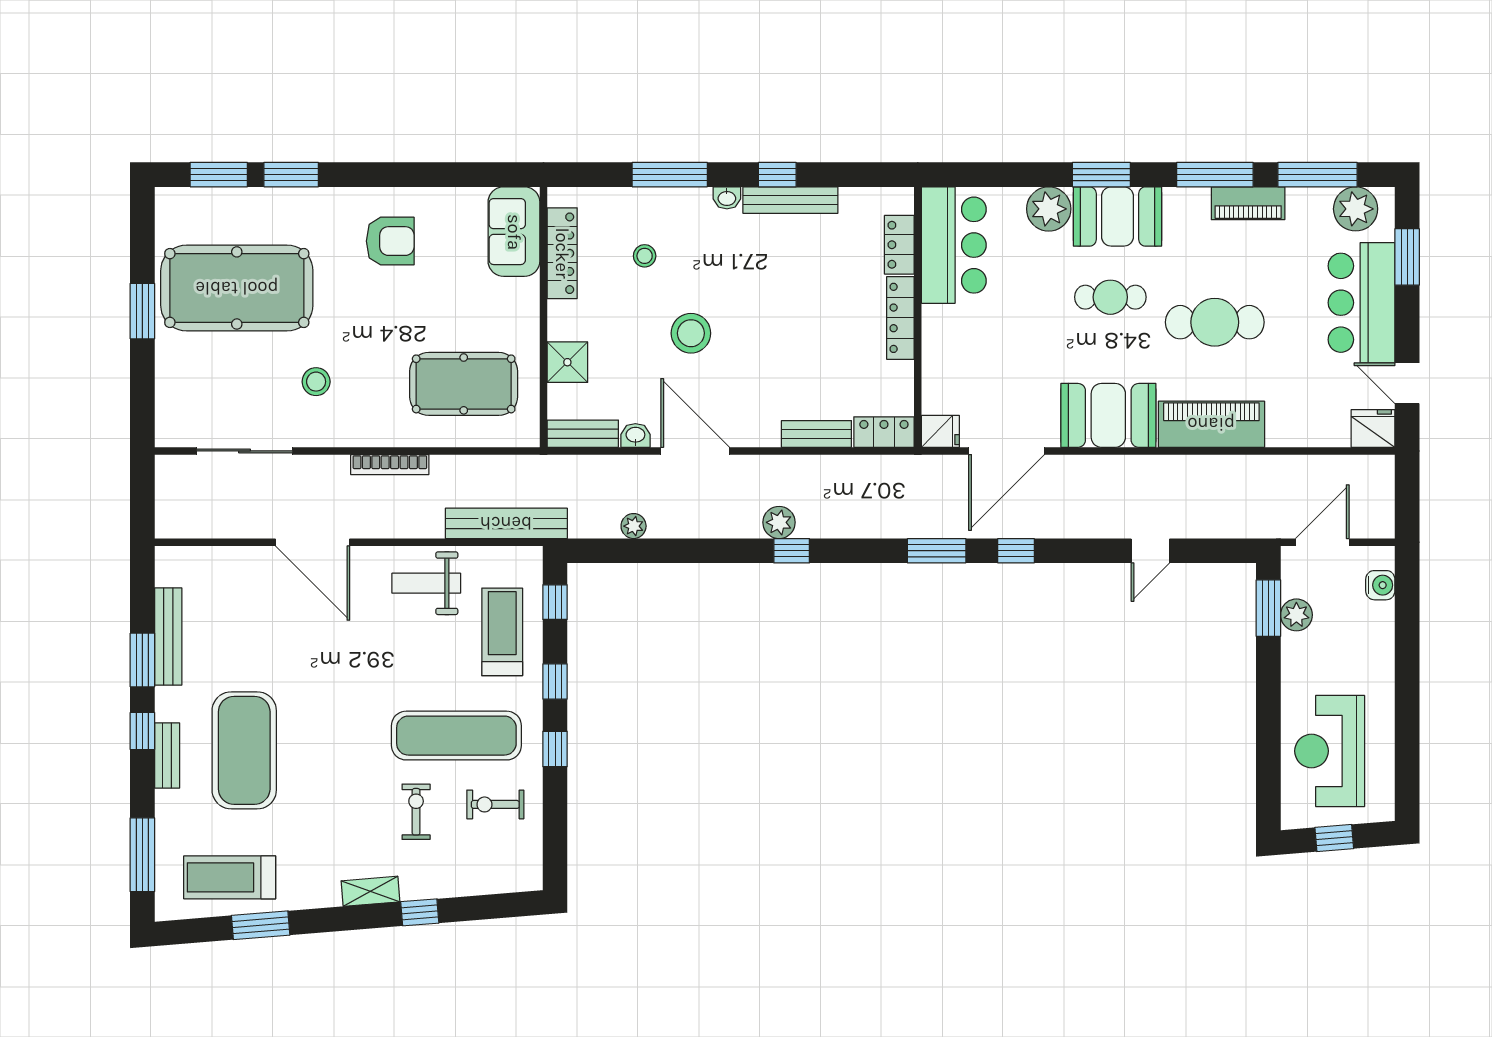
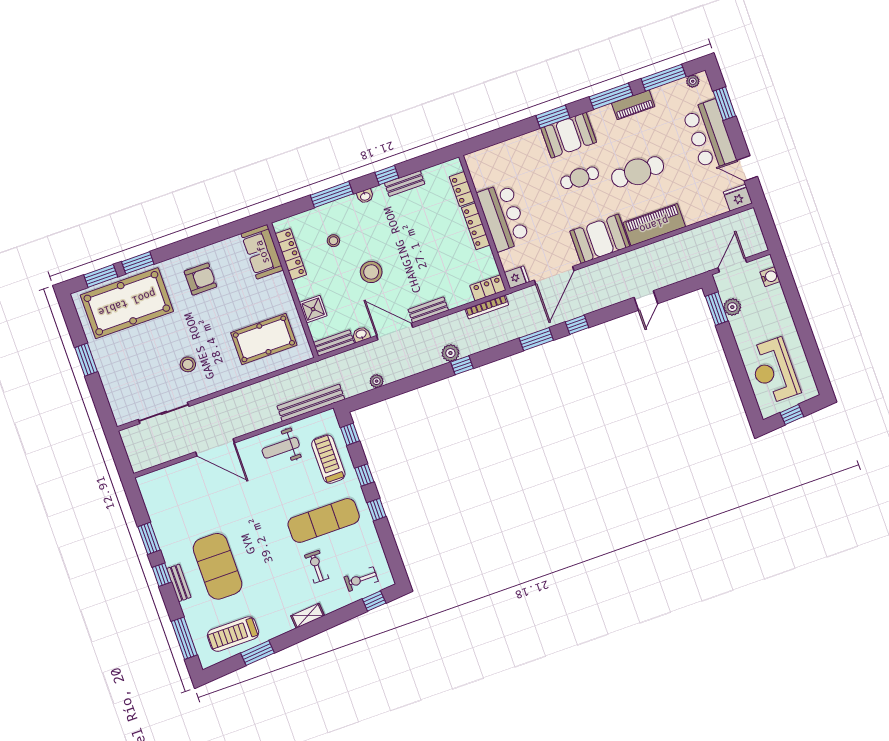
bench: (790, 200) -> (405, 183), width x0.73
plant: (1049, 209) -> (532, 144), removed
plant: (1356, 209) -> (693, 81), width x0.53, depth x0.53
bar counter: (954, 245) -> (503, 217), moved
pool table: (237, 288) -> (127, 303), moved
bench: (816, 434) -> (428, 310), moved
bookcase: (390, 465) -> (487, 307), moved
bench: (168, 636) -> (158, 522), removed
exercise bike: (495, 804) -> (361, 579), moved
window: (420, 912) -> (374, 601), moved

